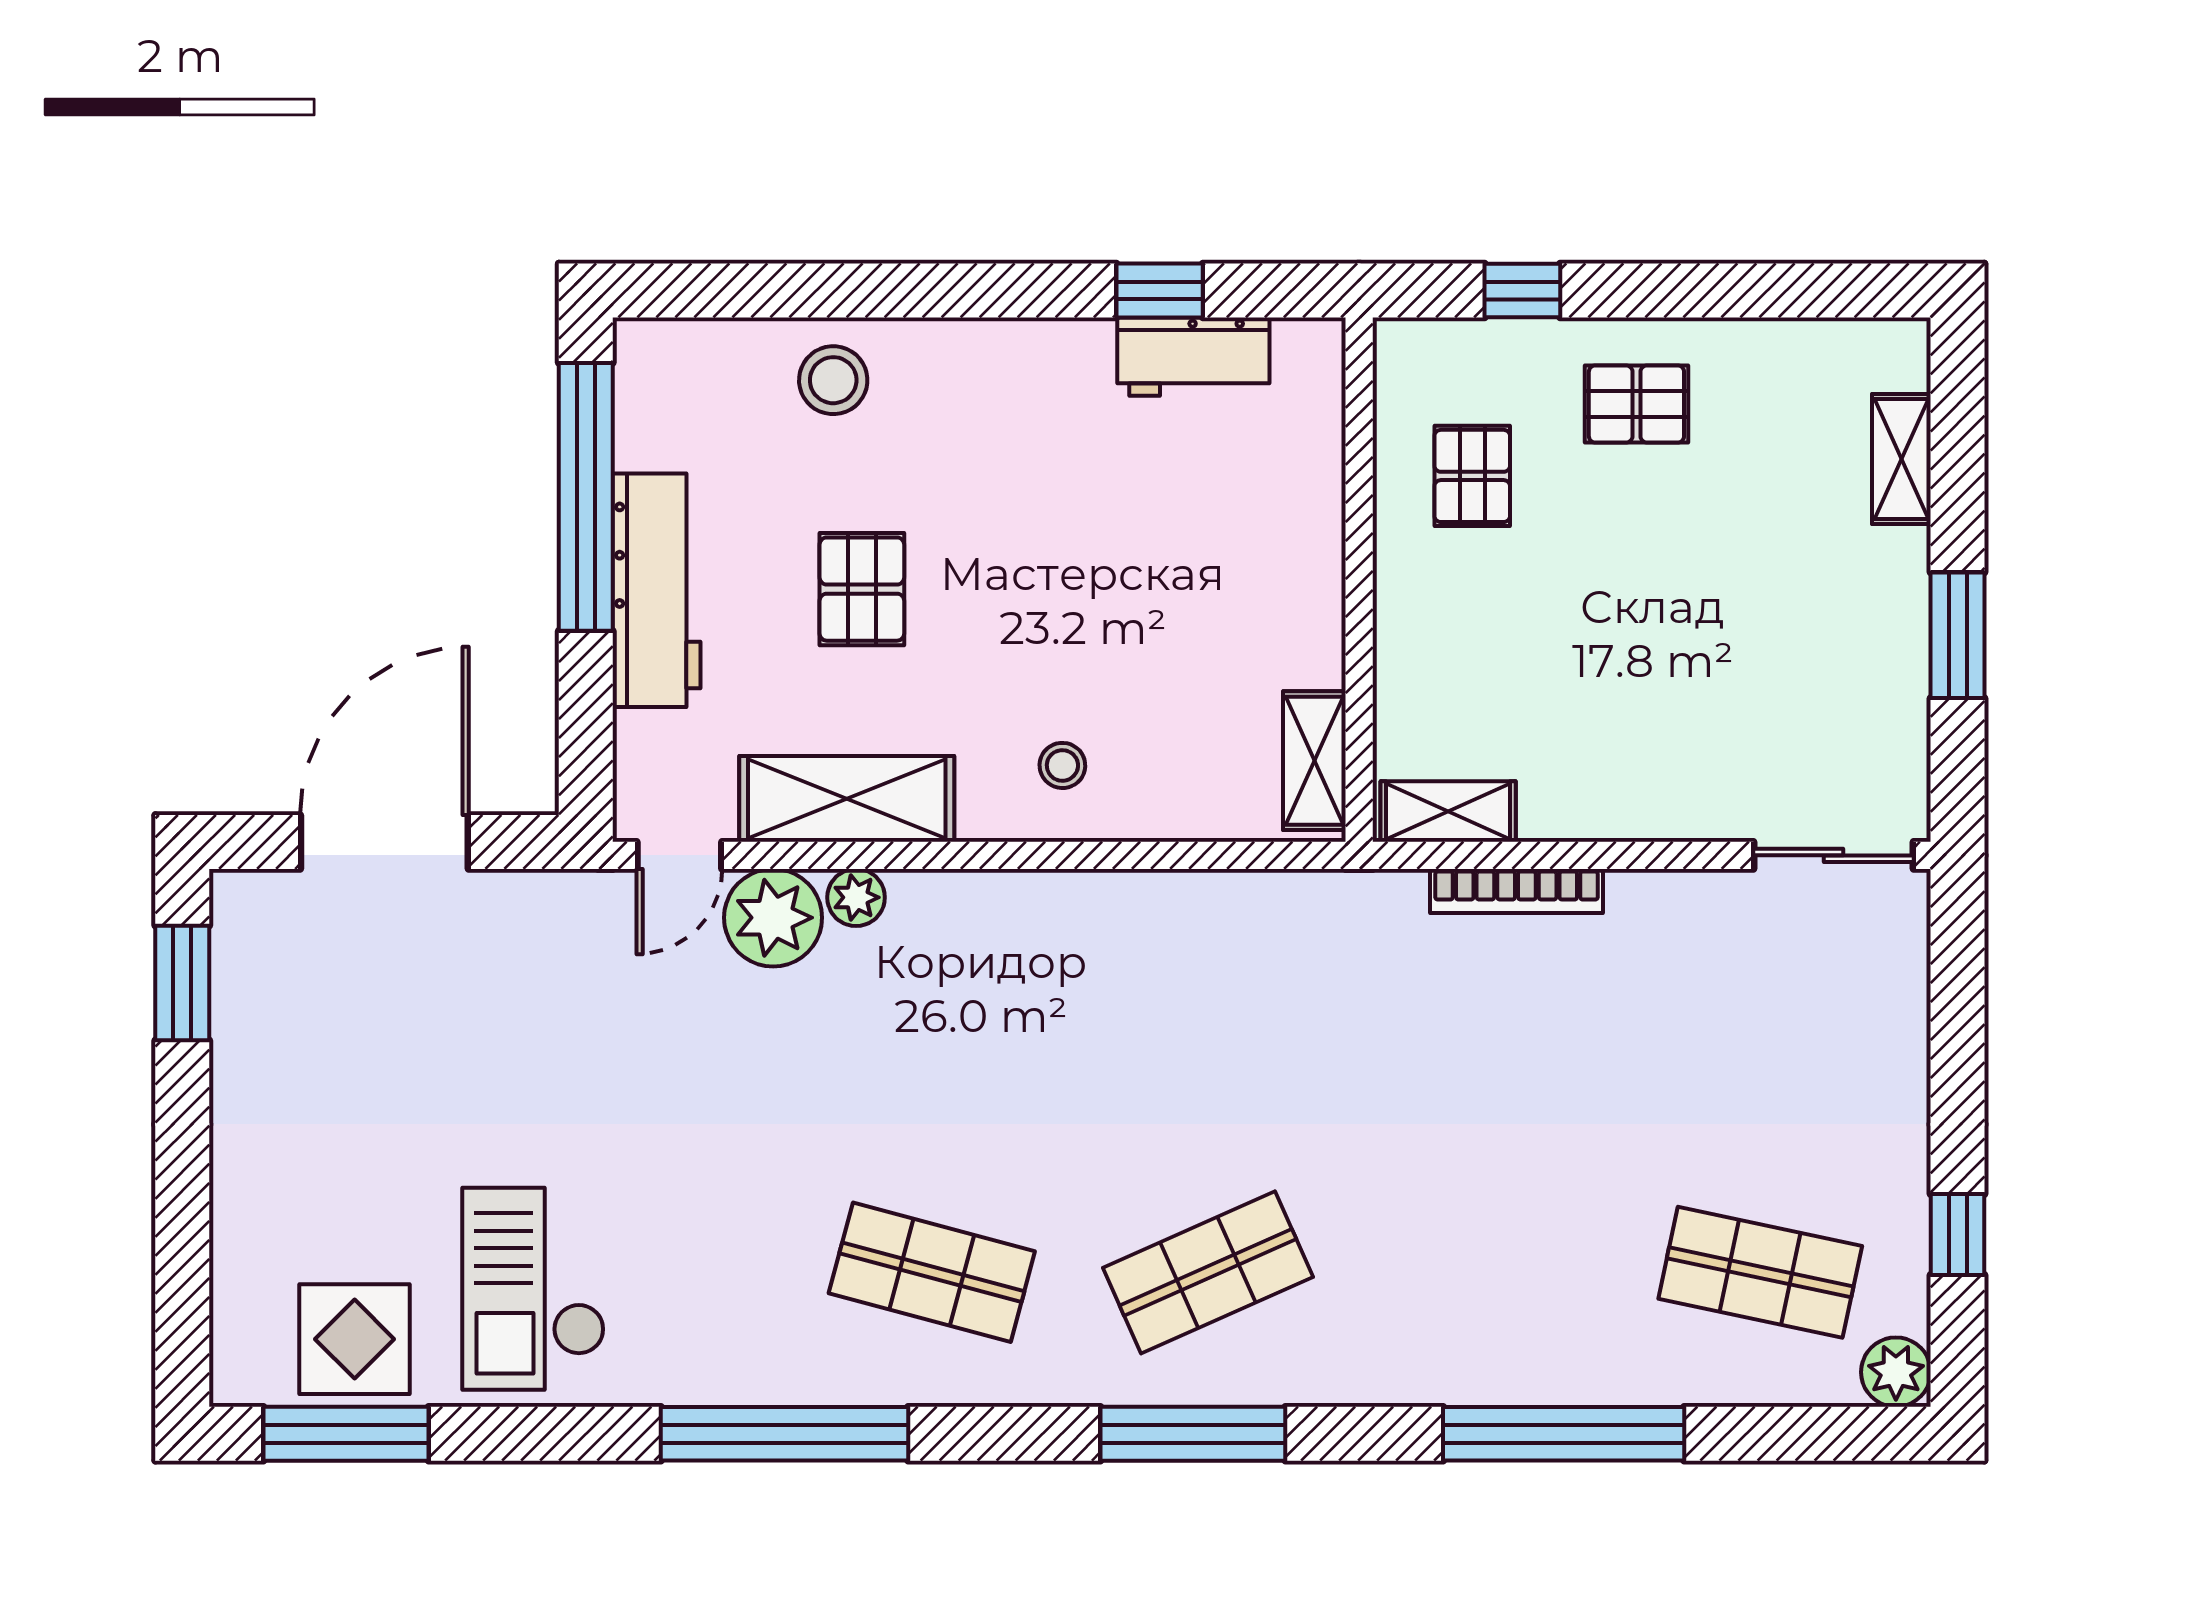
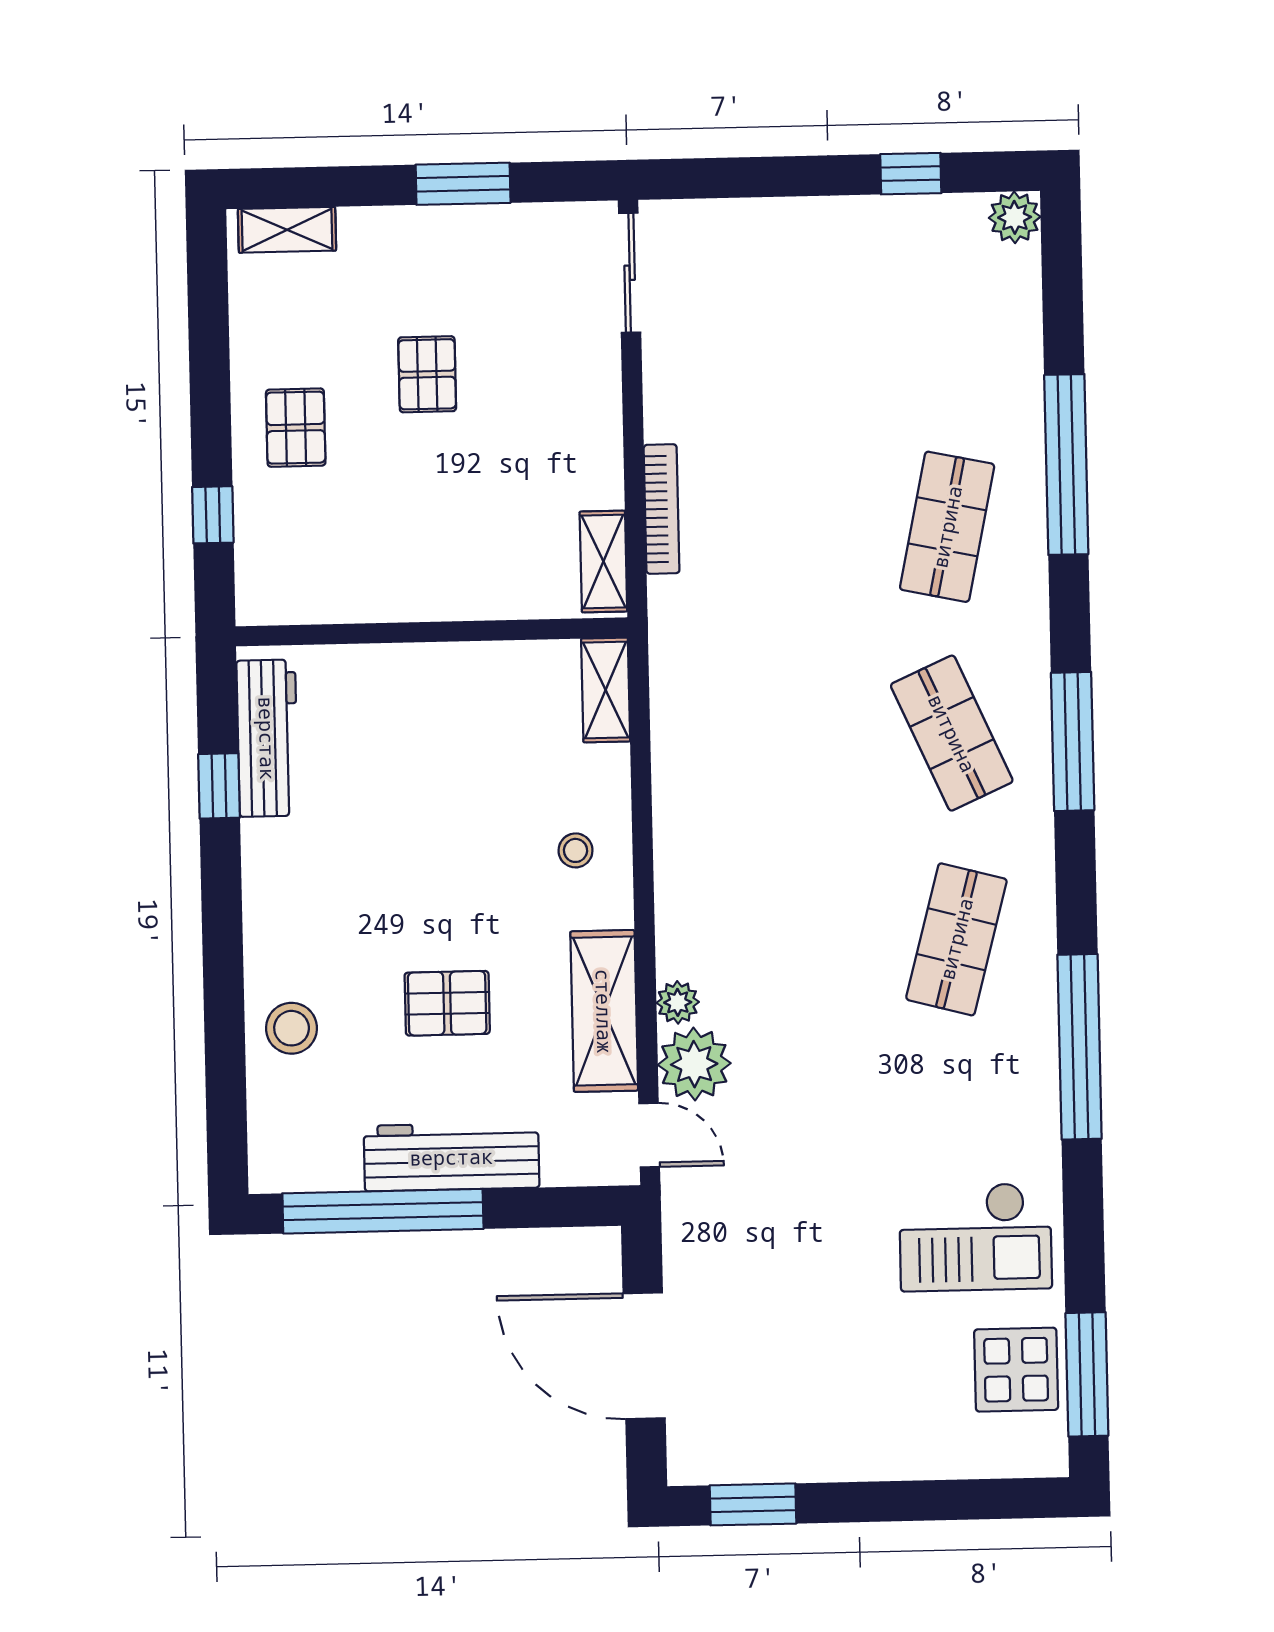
workbench: (1193, 357) -> (267, 738), width x1.38
shelving: (1901, 459) -> (287, 230), moved
pallet: (1472, 476) -> (427, 374), moved, turned 90
shelving: (1314, 761) -> (606, 690), moved, turned 90
shop shelf: (1760, 1272) -> (947, 527), moved

